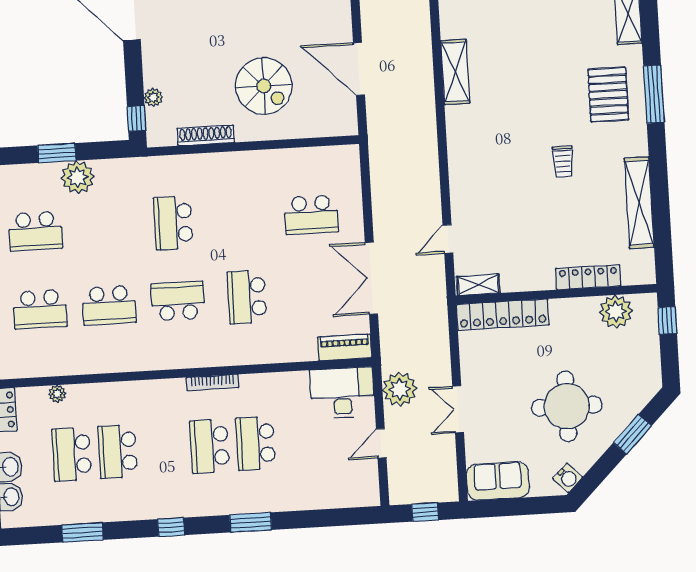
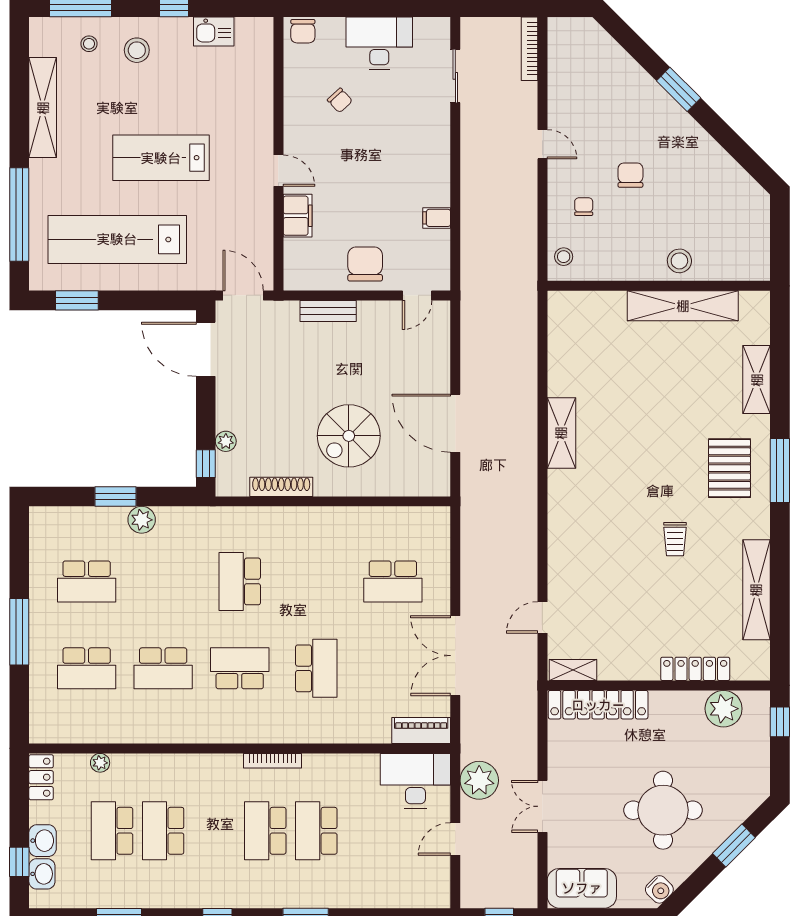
spiral stairs: (264, 86) -> (349, 436), turned 90
plant: (77, 177) -> (142, 520), width x0.73, depth x0.73
school desk: (247, 297) -> (316, 668), turned 180

